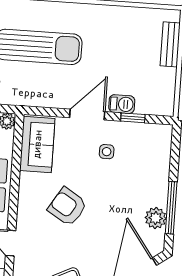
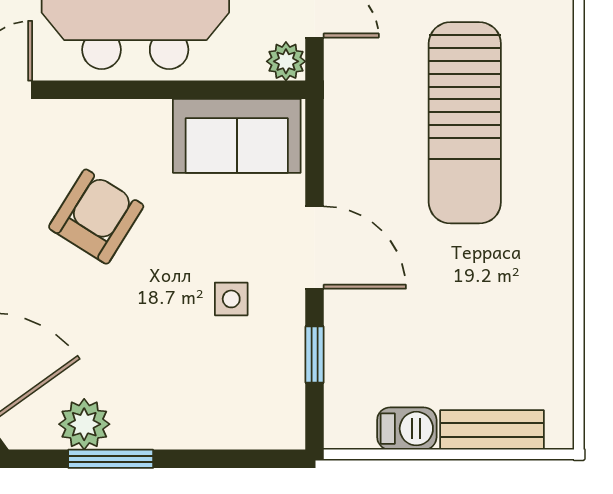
barbecue: (122, 104) -> (407, 429), moved, turned -90
window: (171, 208) -> (111, 459), width x0.69

